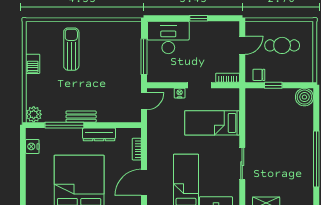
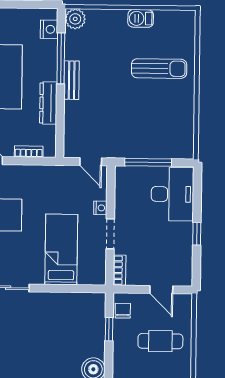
cafe table: (282, 45) -> (160, 341), turned 90
nightstand: (32, 146) -> (49, 29), moved, turned 90

